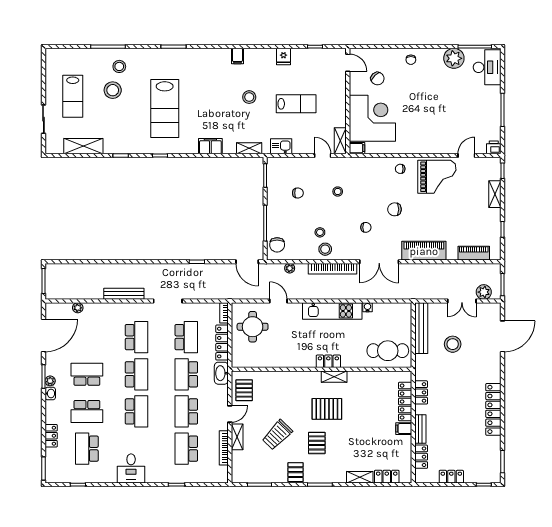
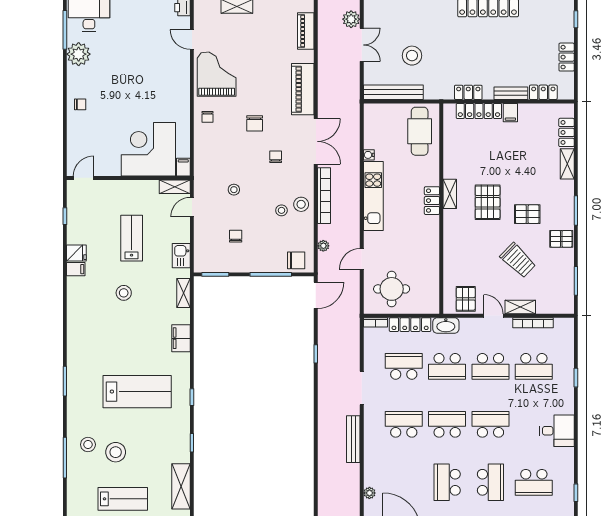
filing cabinet: (237, 56) -> (76, 269), moved
chair: (377, 79) -> (102, 143), removed
pallet: (244, 390) -> (466, 299), turned 90

